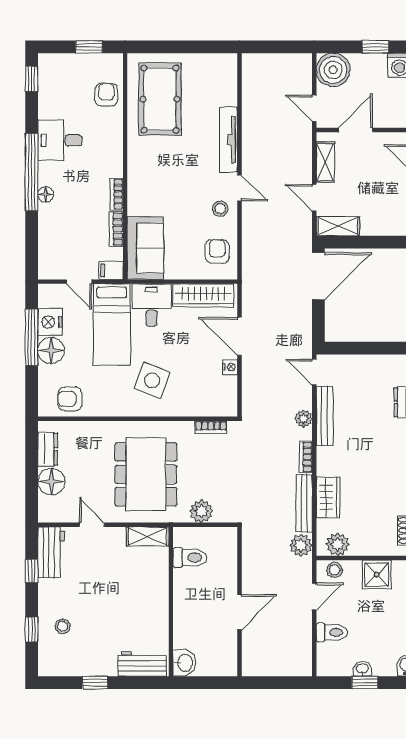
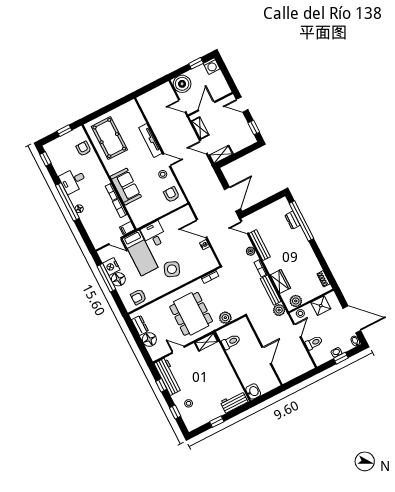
sofa: (145, 248) -> (126, 187), moved
door: (318, 276) -> (232, 199), moved
wardrobe: (203, 295) -> (175, 218), removed
workbench: (51, 552) -> (168, 376), width x1.37

